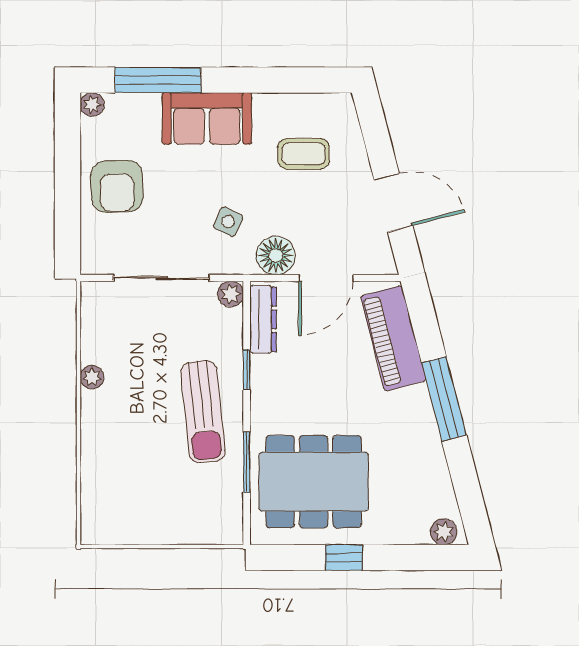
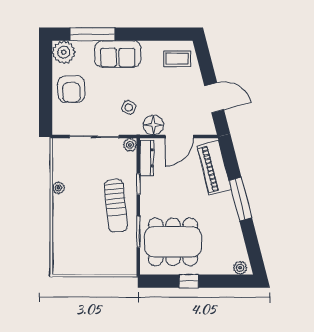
plant: (92, 104) -> (64, 52), width x1.88, depth x1.88
coffee table: (304, 154) -> (177, 59), moved

